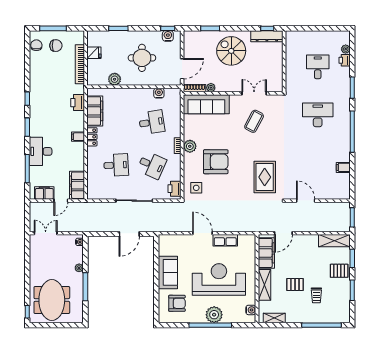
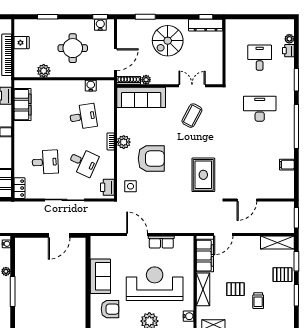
spiral stairs: (231, 51) -> (168, 41), turned -90
locker: (92, 137) -> (19, 188), moved
door: (306, 201) -> (247, 200), swing flipped

